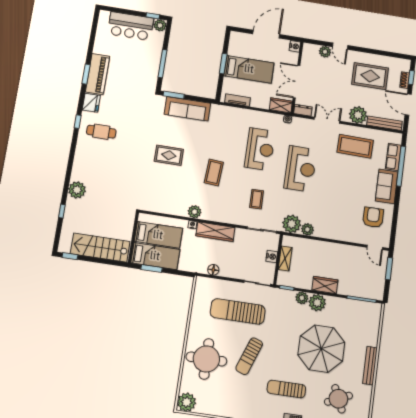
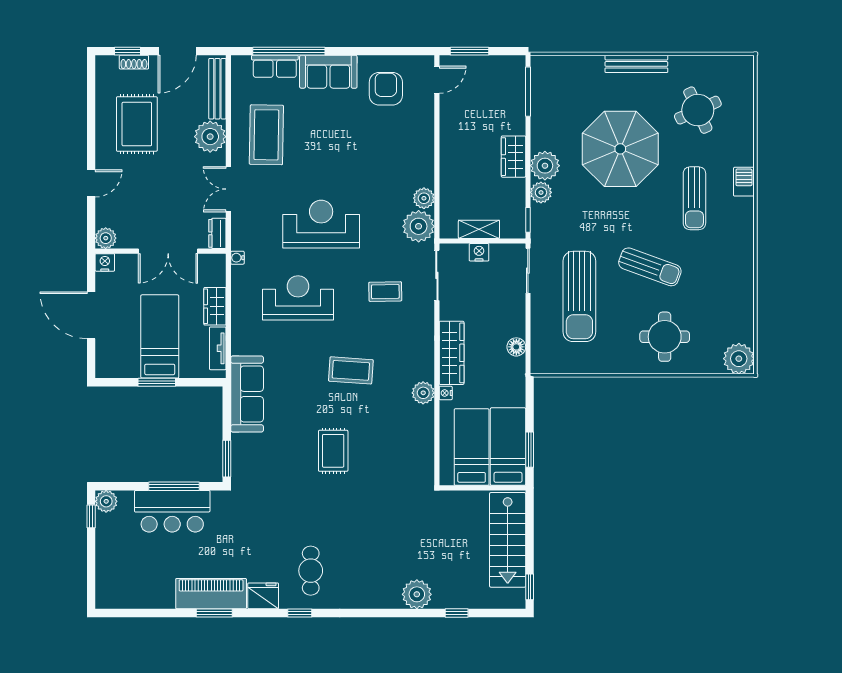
bar counter: (131, 26) -> (172, 511), moved, turned 90
plant: (325, 52) -> (106, 238), moved
wardrobe: (281, 105) -> (215, 306), moved
sofa: (187, 109) -> (247, 394), moved
armchair: (373, 217) -> (386, 89), turned 90
round table: (206, 359) -> (665, 337), width x0.73, depth x0.73

